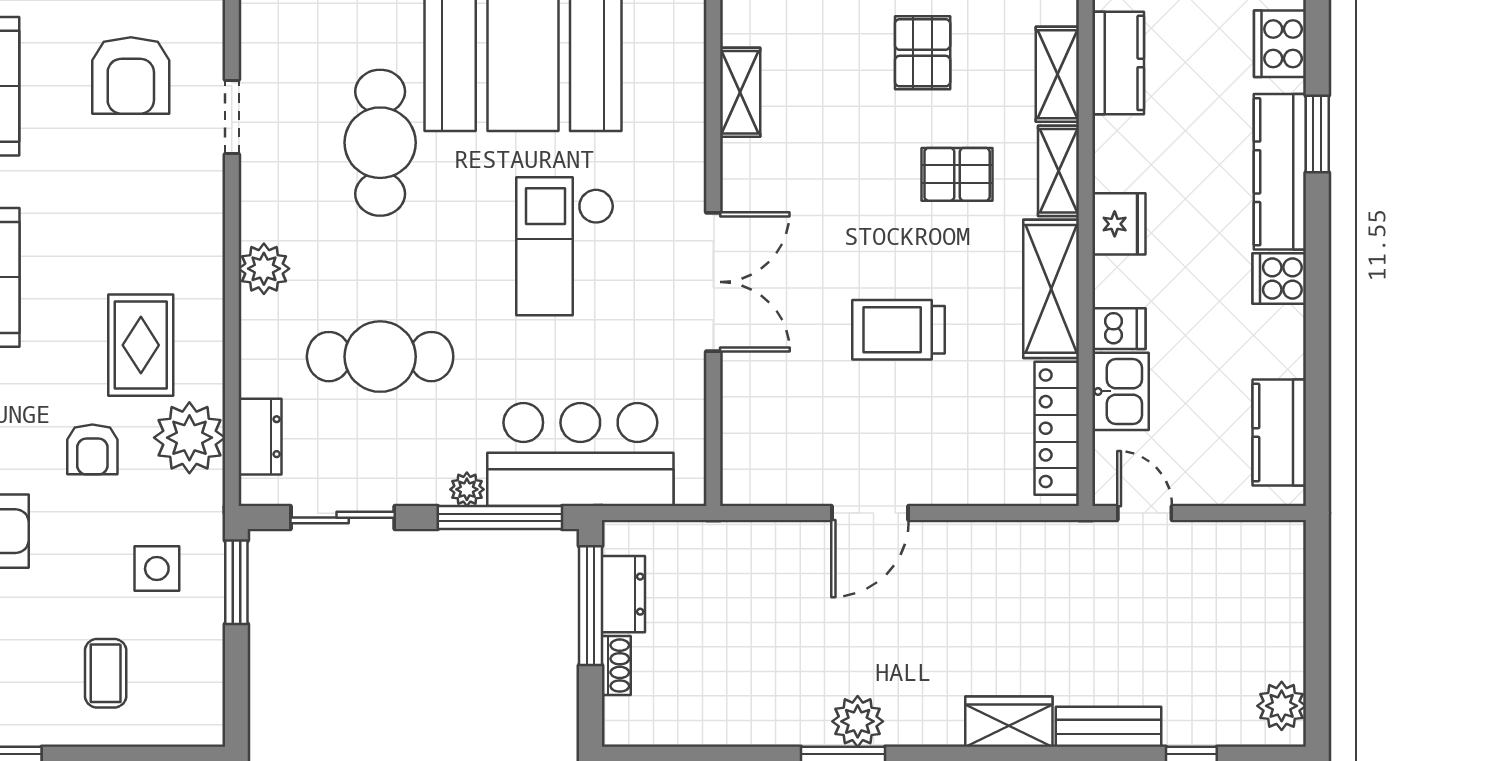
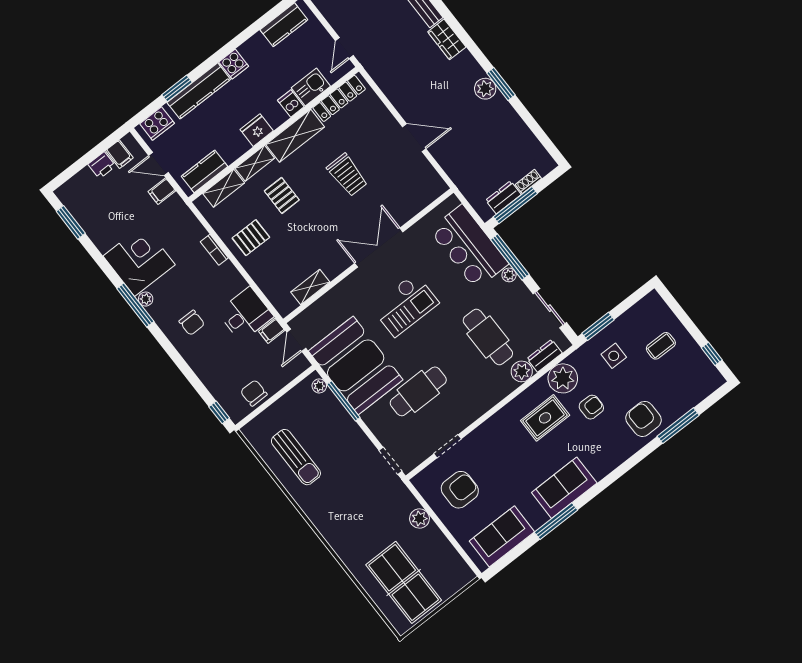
plant: (264, 269) -> (522, 371), moved

